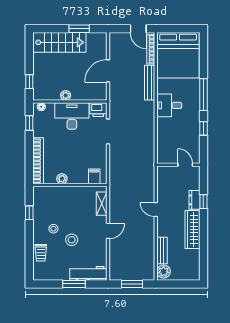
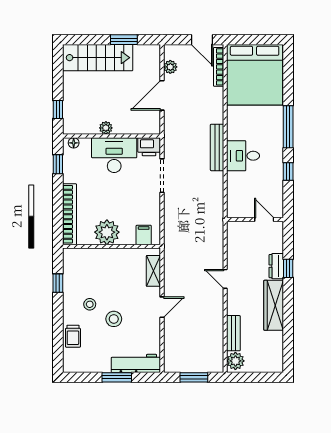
plant: (114, 49) -> (170, 67), added
bench: (150, 83) -> (217, 147), moved
desk: (169, 105) -> (243, 156), moved
plant: (62, 179) -> (107, 232), width x1.87, depth x1.87

